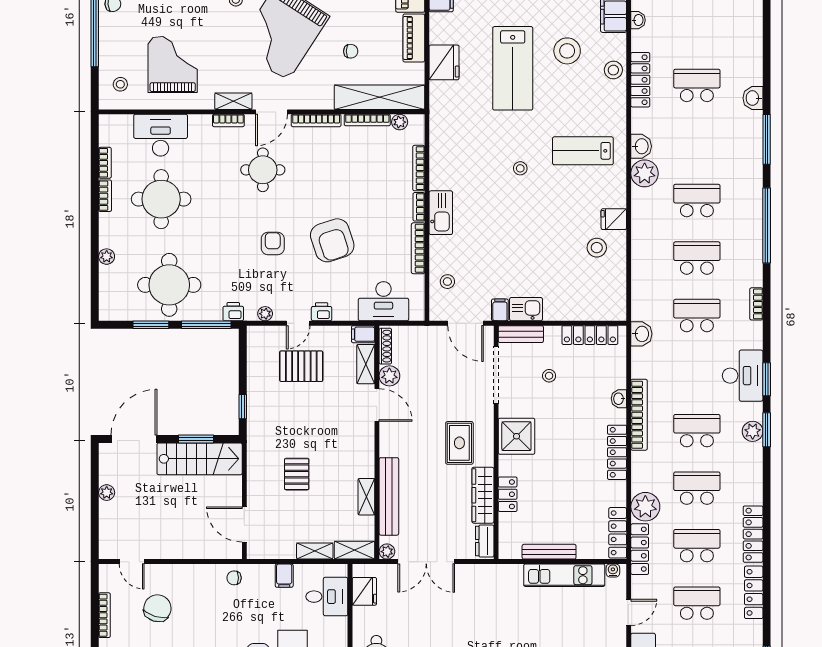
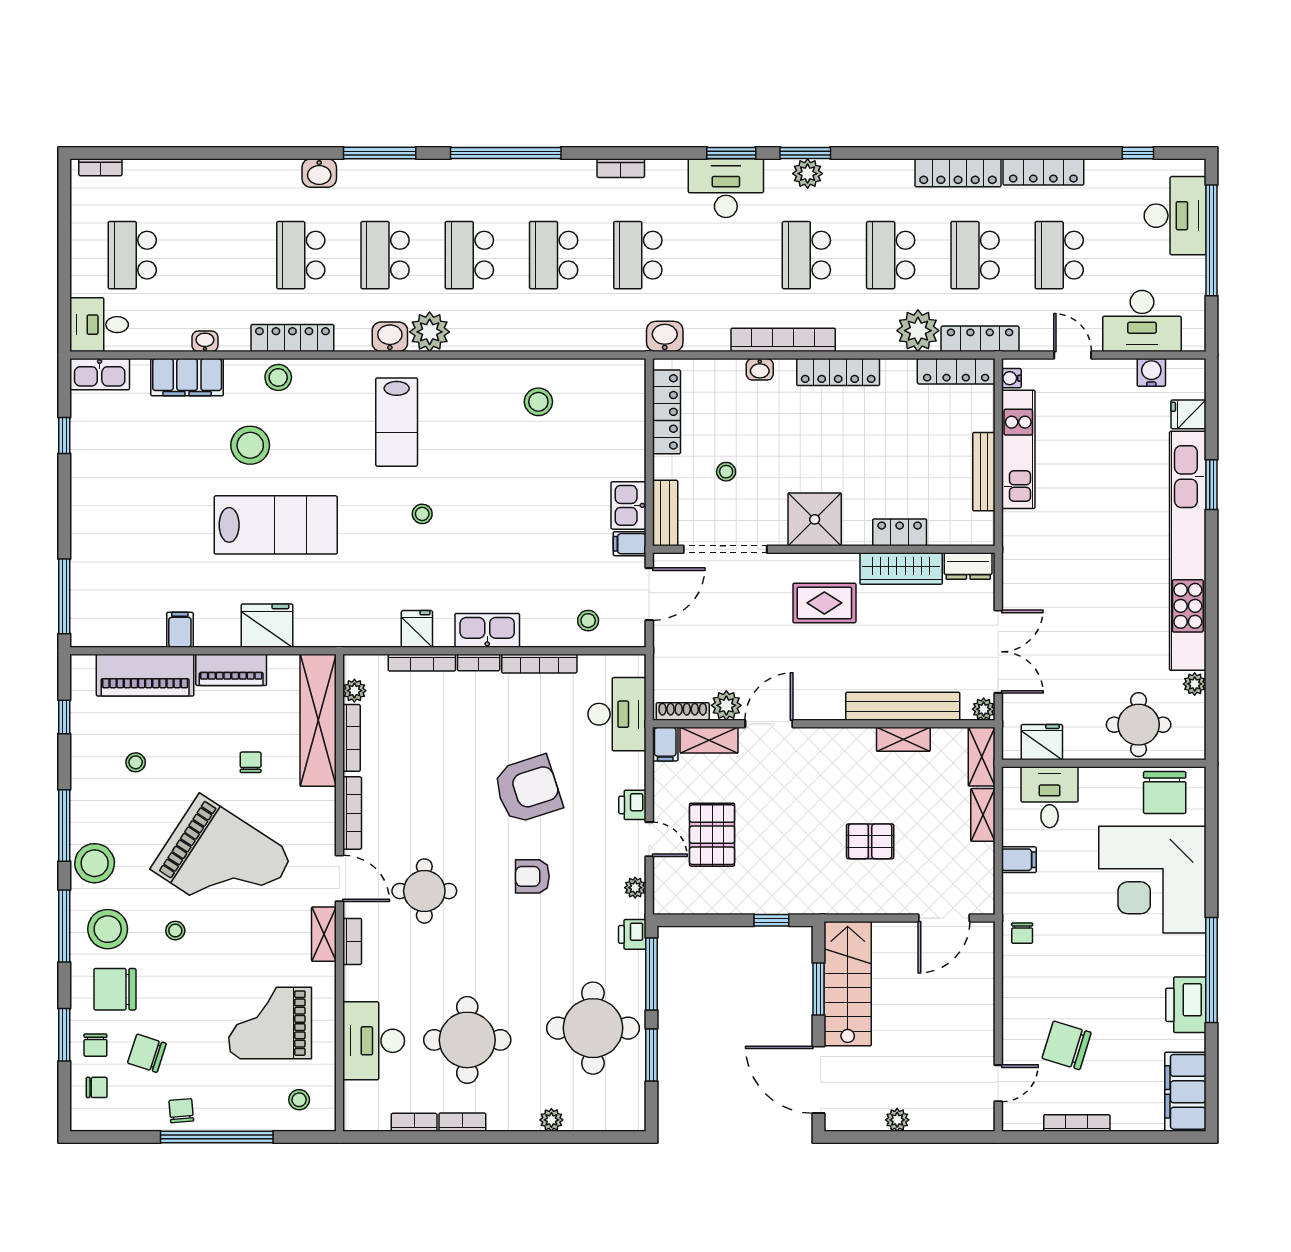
school desk: (697, 143) -> (385, 255), added
fridge: (614, 219) -> (417, 629), moved, turned 180

